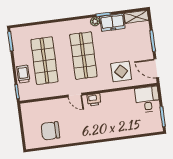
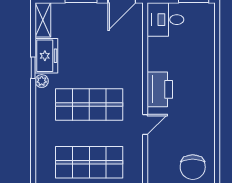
display table: (121, 71) -> (120, 53), removed
printer: (94, 100) -> (160, 89), width x1.87, depth x1.48

